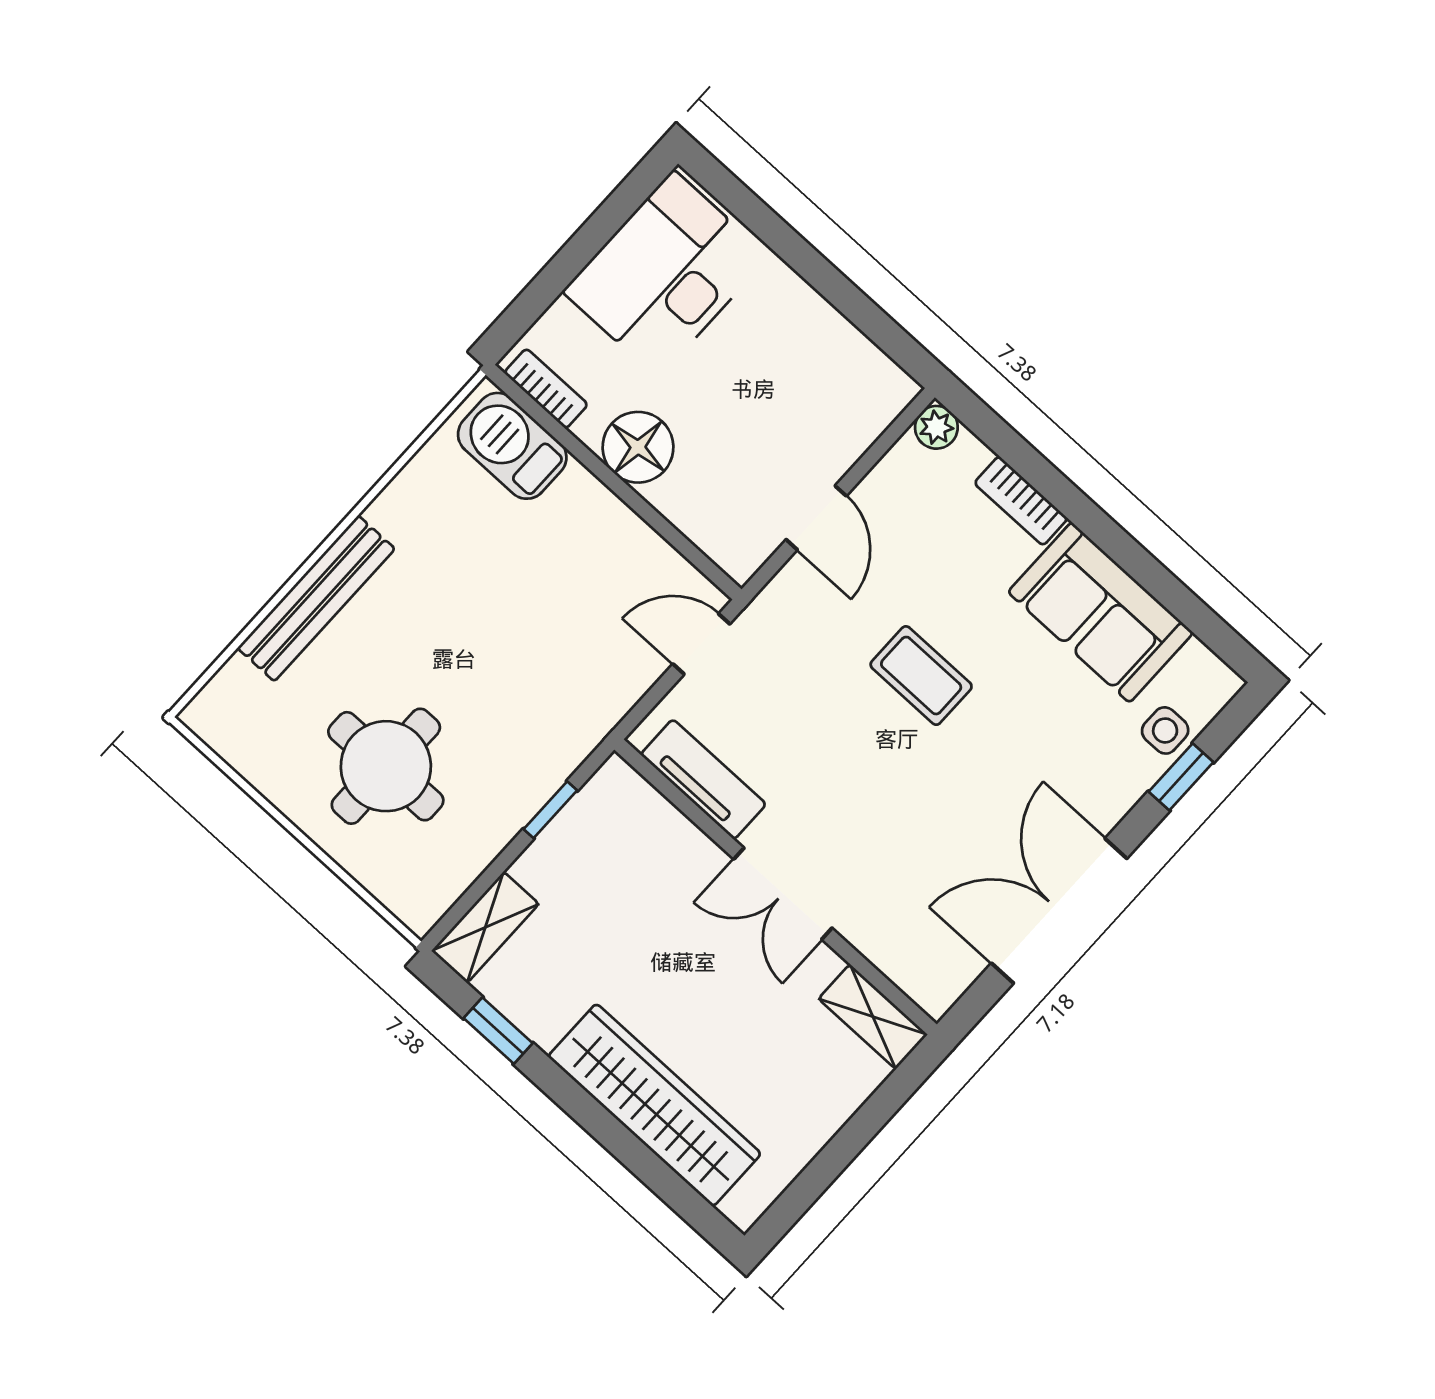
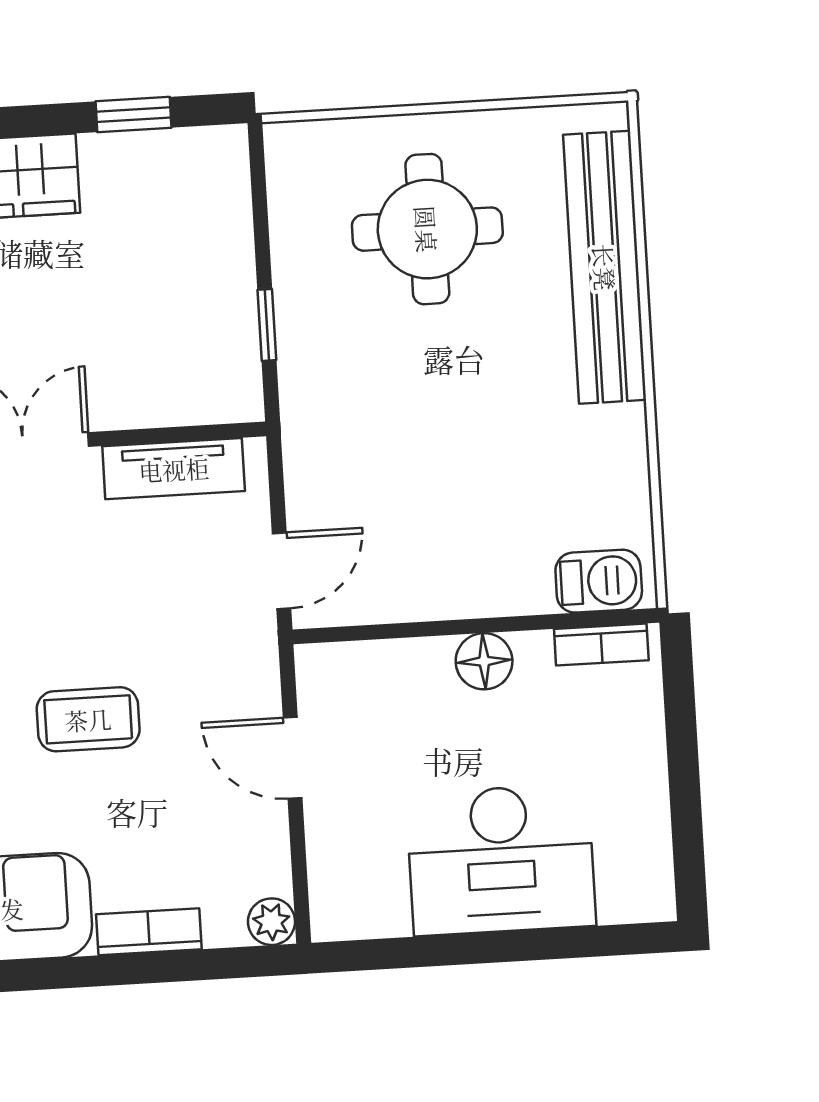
desk: (666, 274) -> (501, 860), moved, turned 90
barbecue: (512, 446) -> (599, 581), width x0.73, depth x0.79
floor lamp: (638, 447) -> (484, 661), width x0.73, depth x0.73
bench: (316, 598) -> (605, 267), width x1.37, depth x1.21
shelving: (485, 927) -> (225, 184), removed

